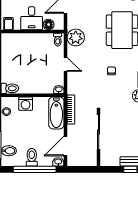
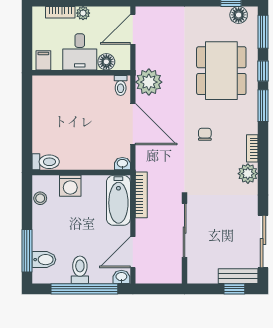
door: (66, 64) -> (133, 124), width x1.88

